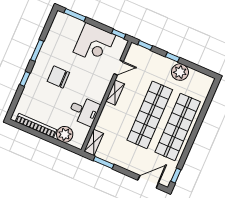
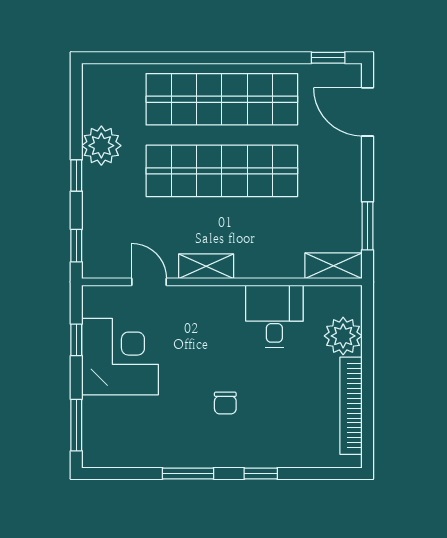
window: (119, 34) -> (76, 340), moved
chair: (58, 77) -> (225, 403), width x0.54, depth x0.54

